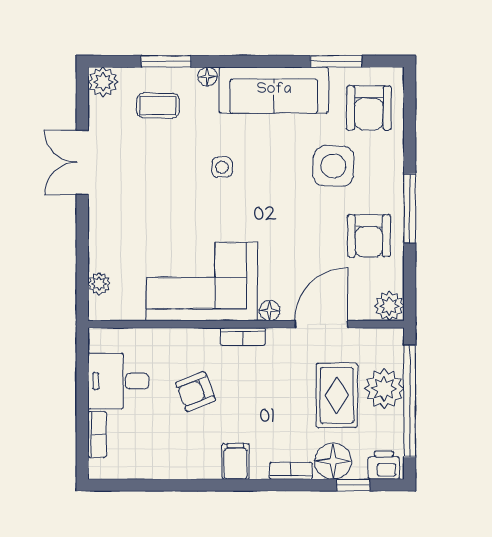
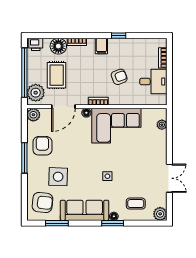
window: (166, 61) -> (113, 223), moved
armchair: (369, 108) -> (42, 202), turned 96
plant: (384, 389) -> (36, 93), moved
window: (353, 485) -> (119, 36), moved

